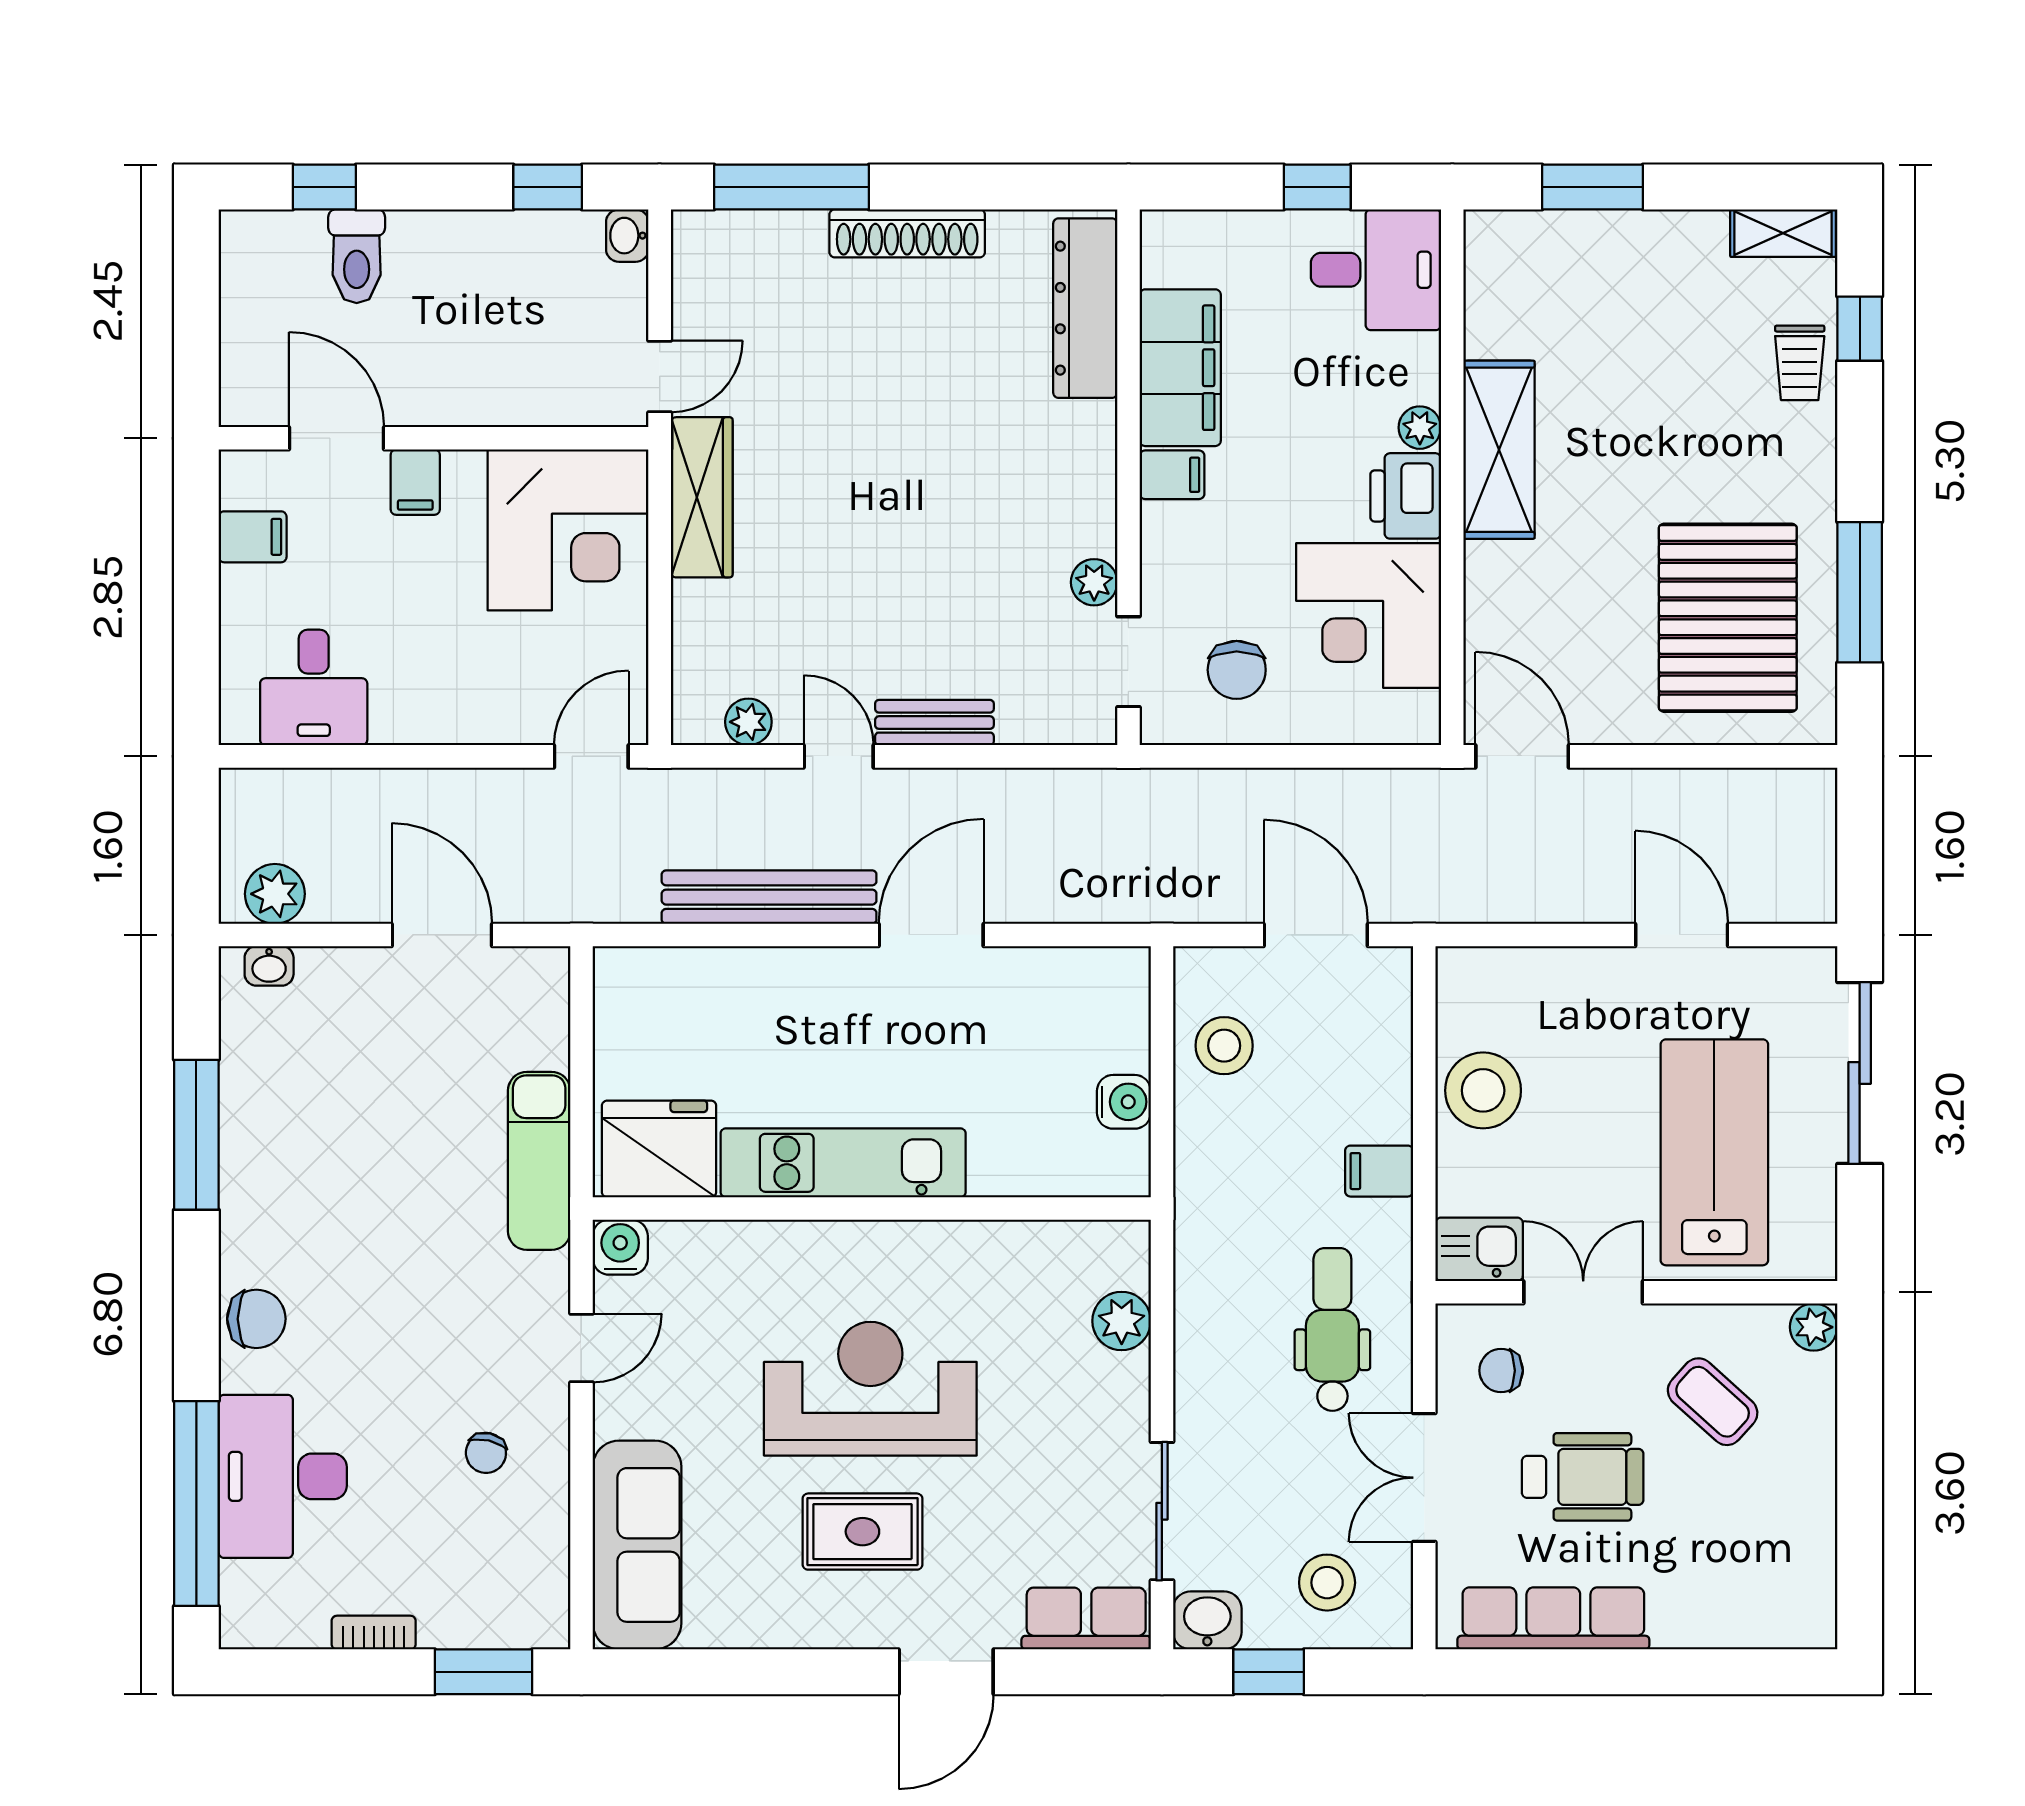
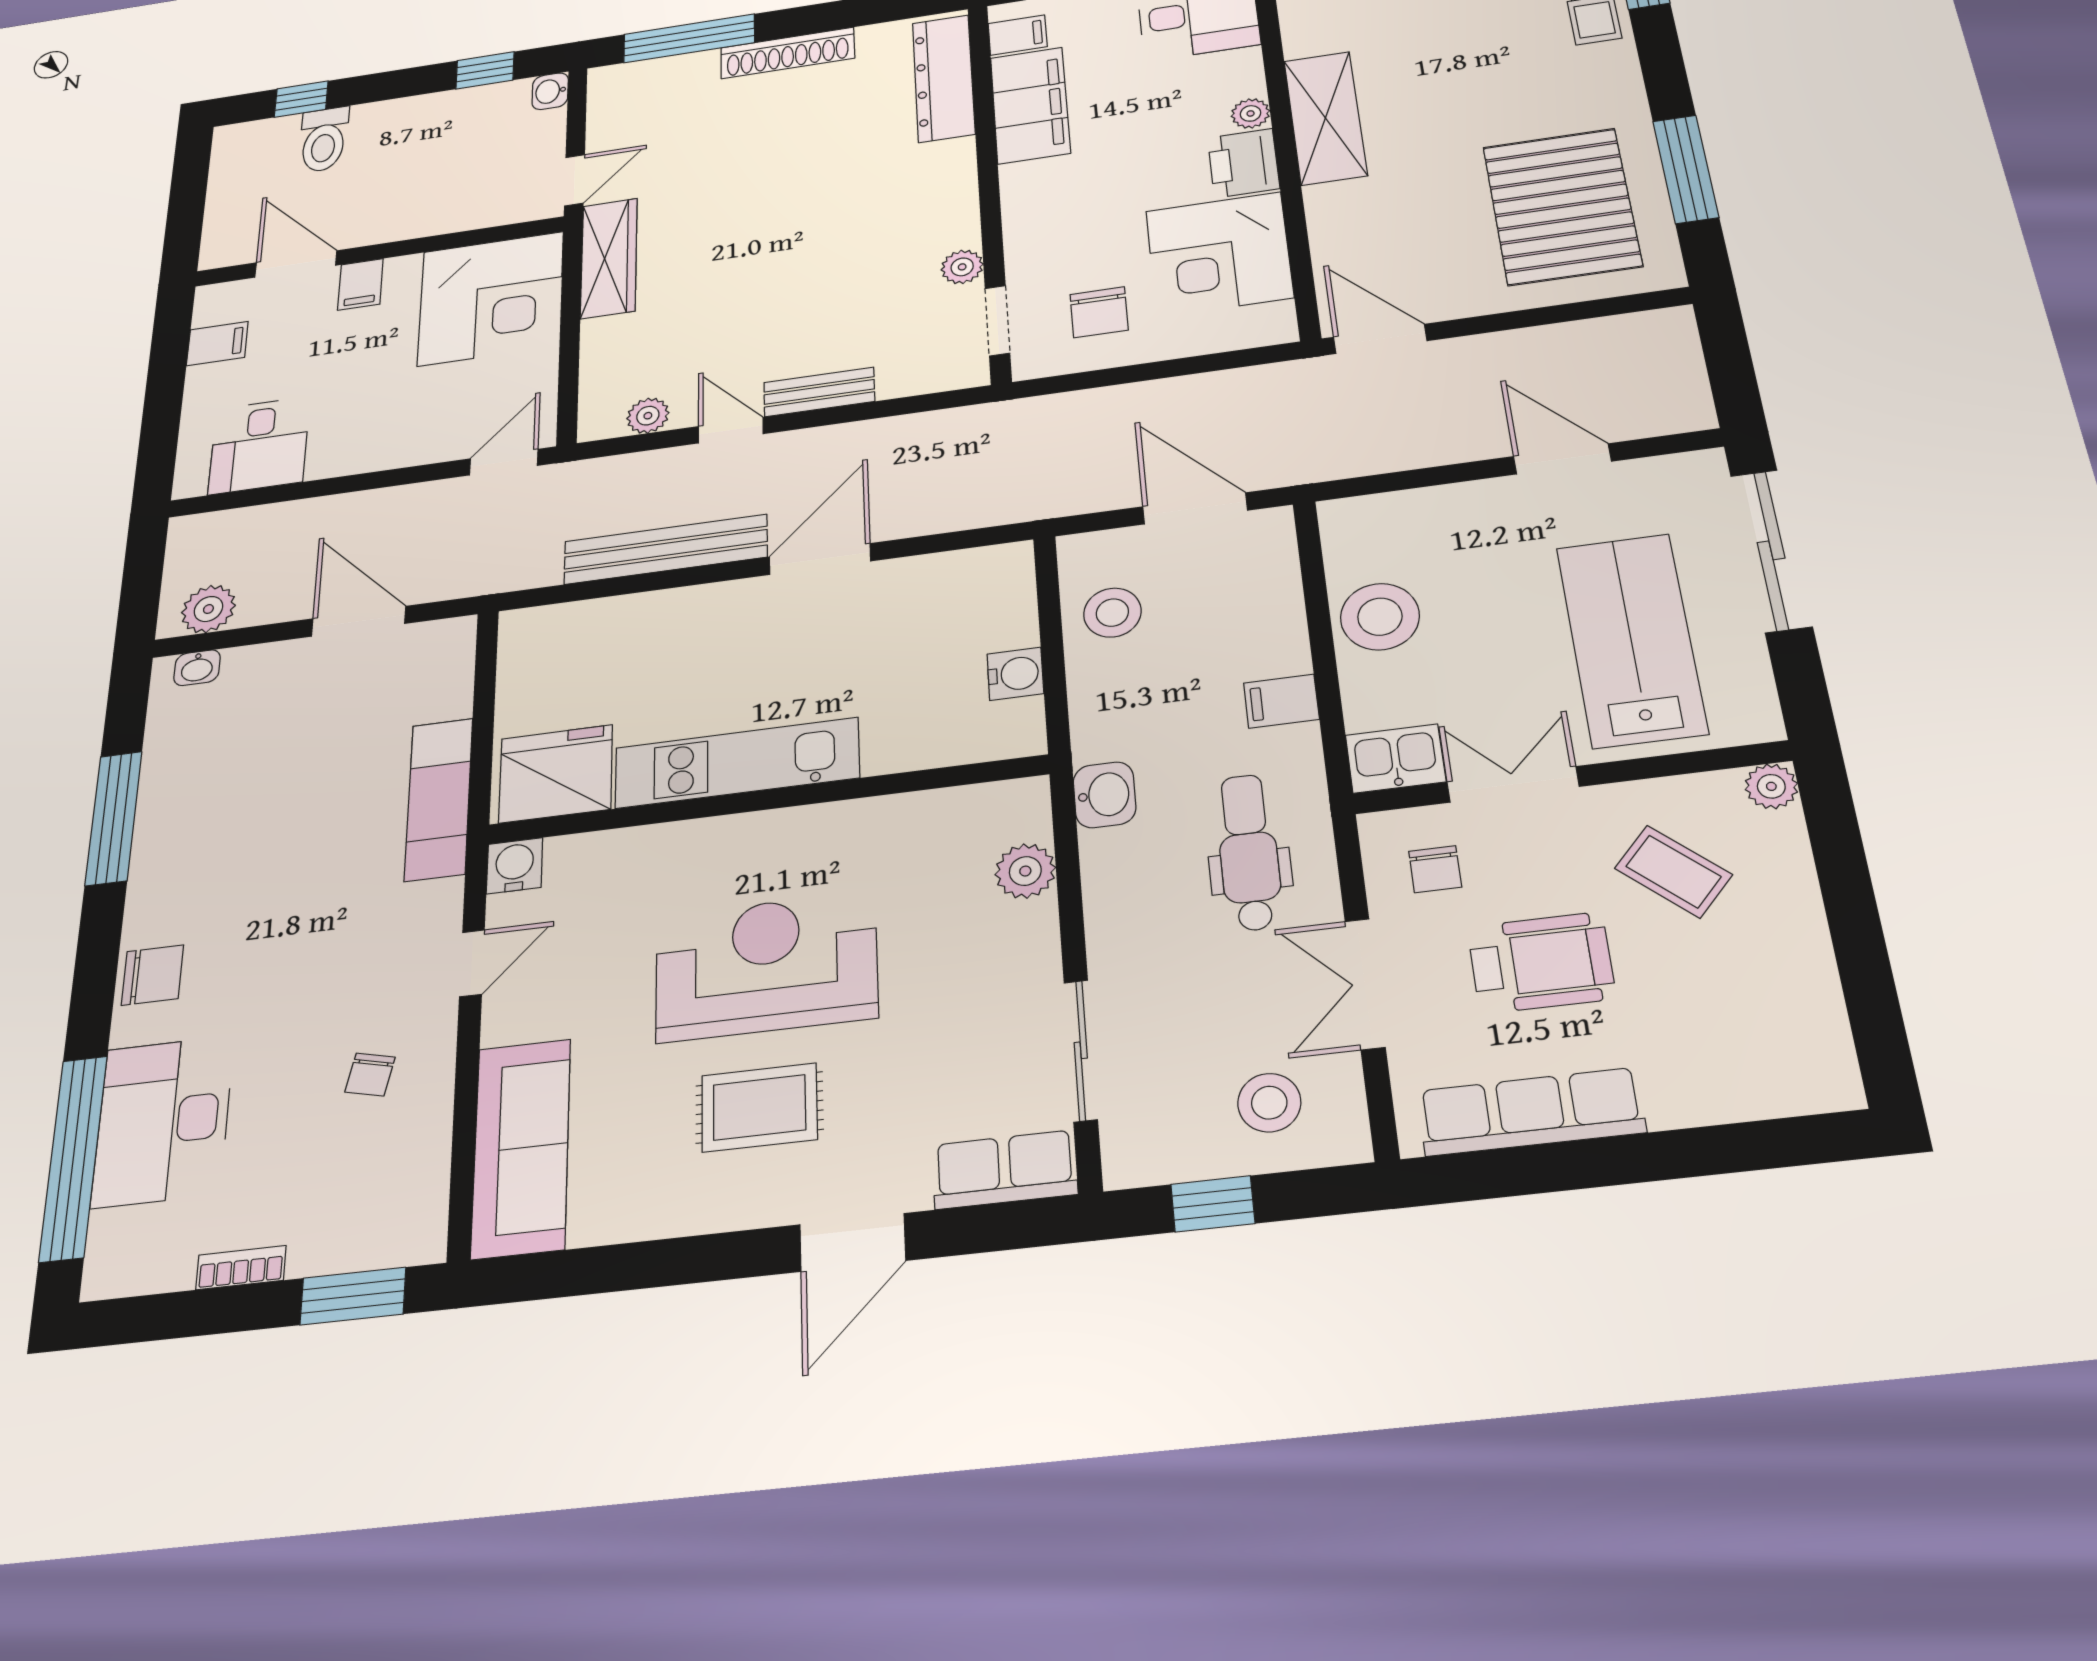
filing cabinet: (1172, 475) -> (1018, 35), moved
chair: (1501, 1371) -> (1435, 869), turned -90
washbasin: (1207, 1620) -> (1104, 795), moved, turned 90

